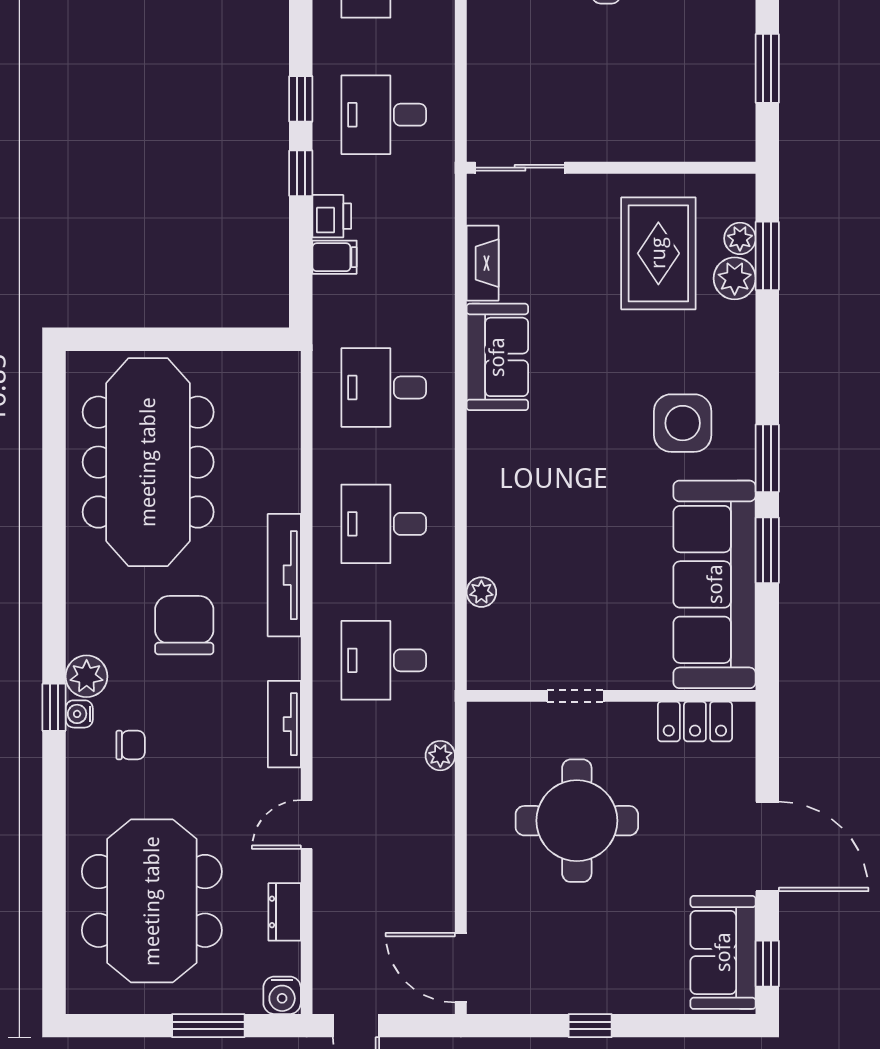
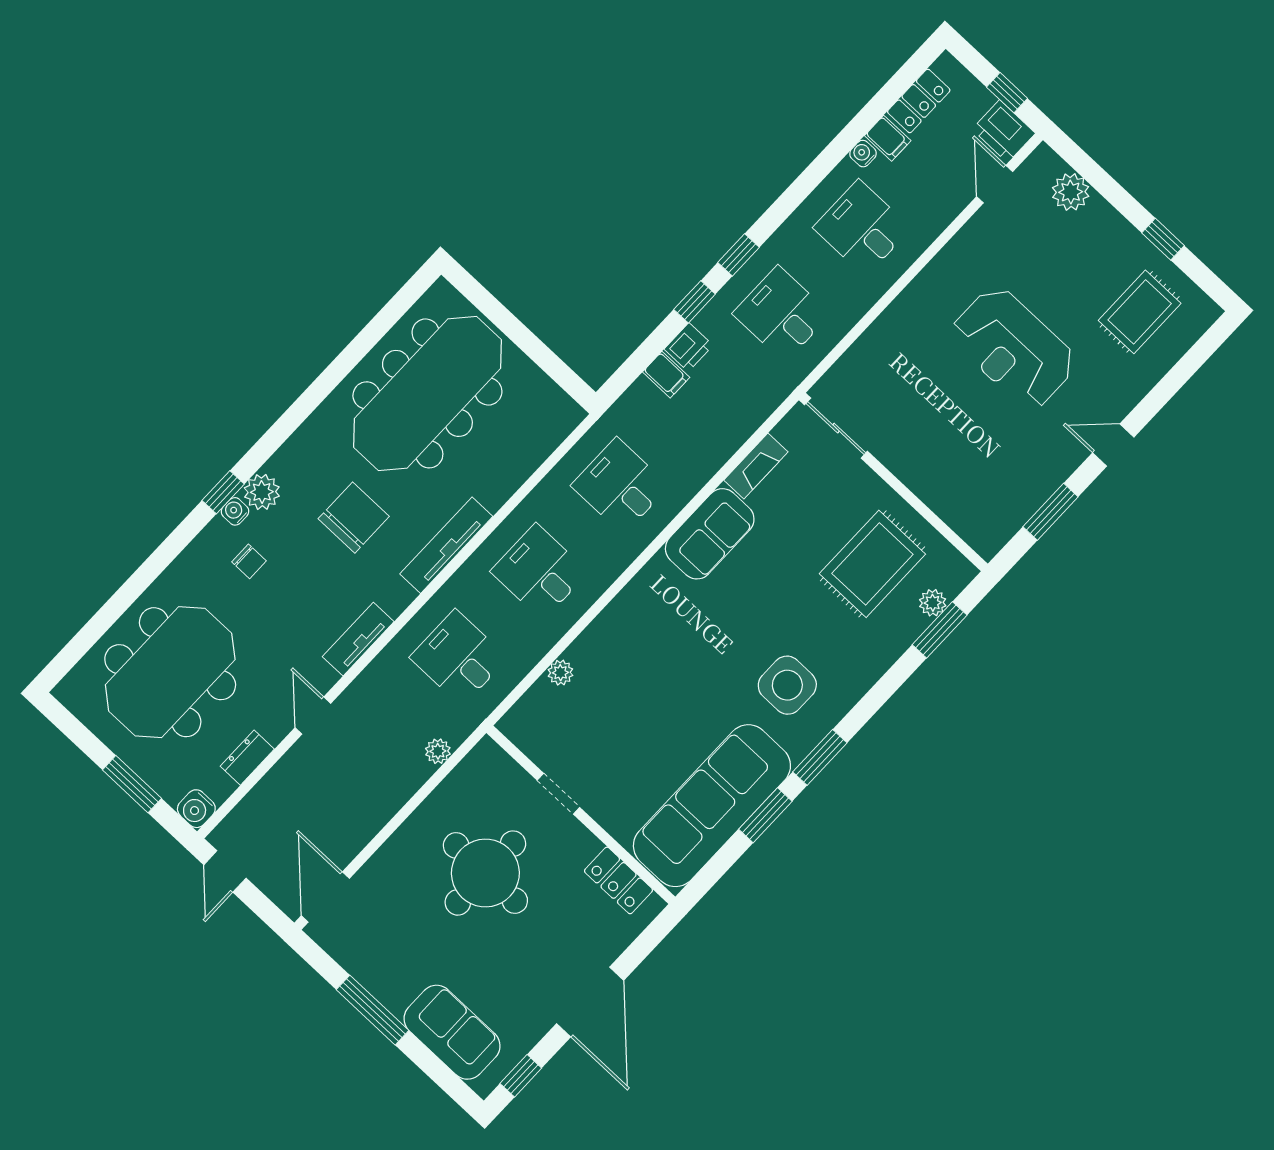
plant: (735, 278) -> (906, 625), removed
door: (307, 824) -> (313, 716), hinge flipped
sofa: (723, 952) -> (452, 1032), moved, turned 90
window: (590, 1026) -> (373, 1010), width x2.17

